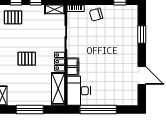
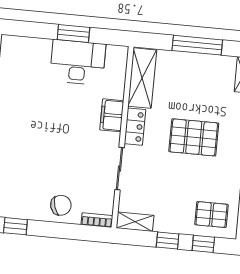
pallet: (27, 59) -> (194, 137), width x1.50, depth x1.42
desk: (79, 91) -> (78, 62), moved, turned -90
window: (98, 109) -> (73, 33), width x0.47

